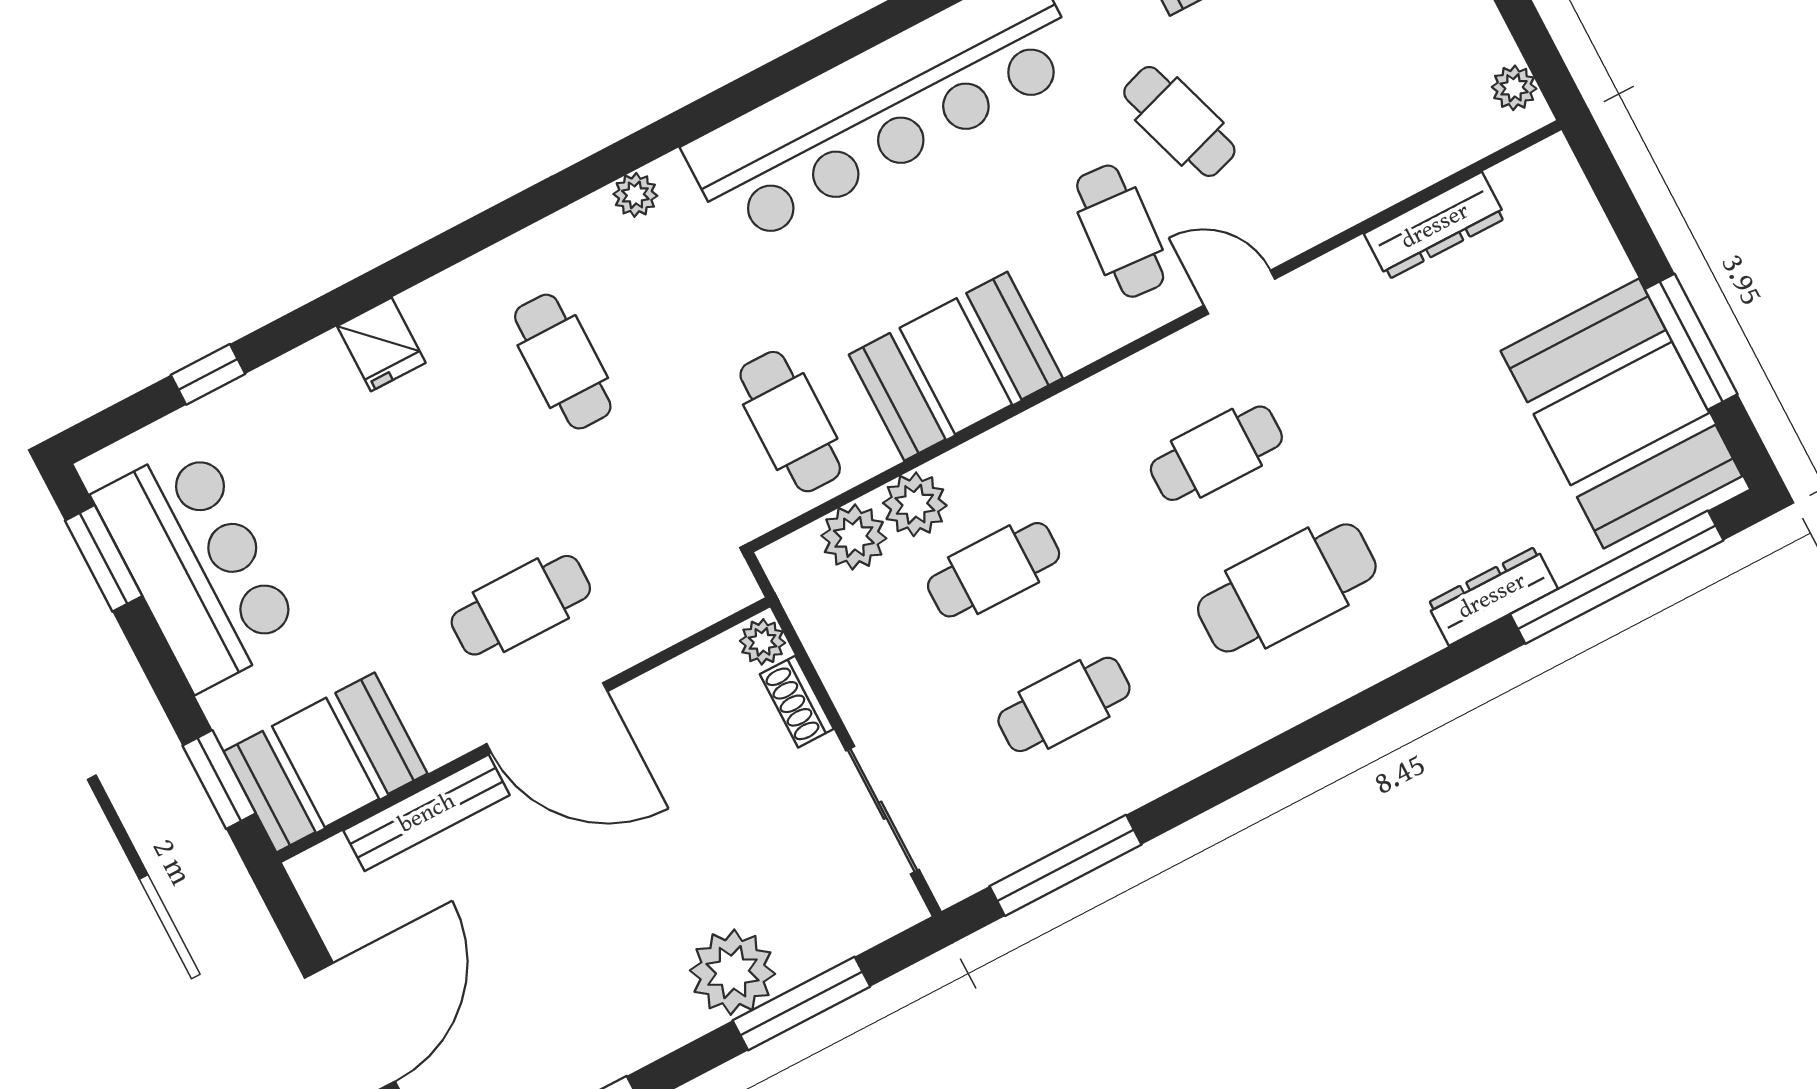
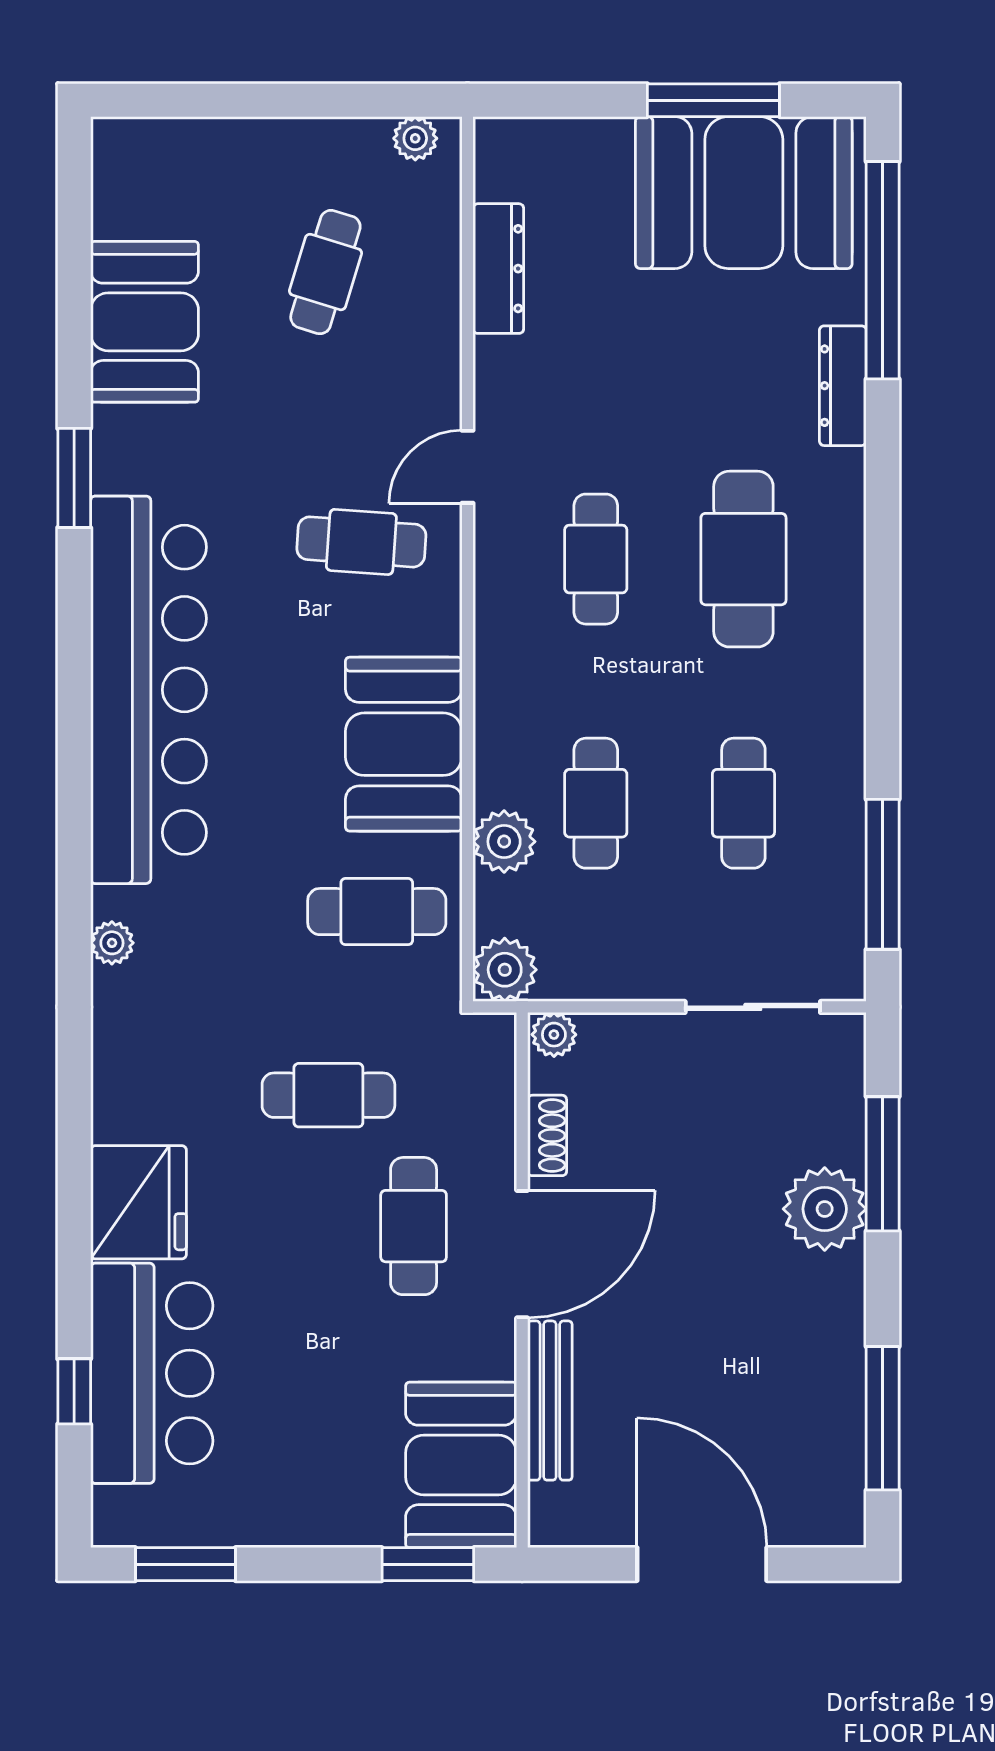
cafe table: (1179, 121) -> (325, 272), moved, turned -55
fridge: (381, 344) -> (139, 1202), width x1.88, depth x1.34
cafe table: (563, 362) -> (328, 1095), moved
plant: (854, 537) -> (505, 970), moved
bar counter: (198, 566) -> (152, 1373), moved, turned 90
shoe rack: (797, 702) -> (547, 1135), moved, turned -90

